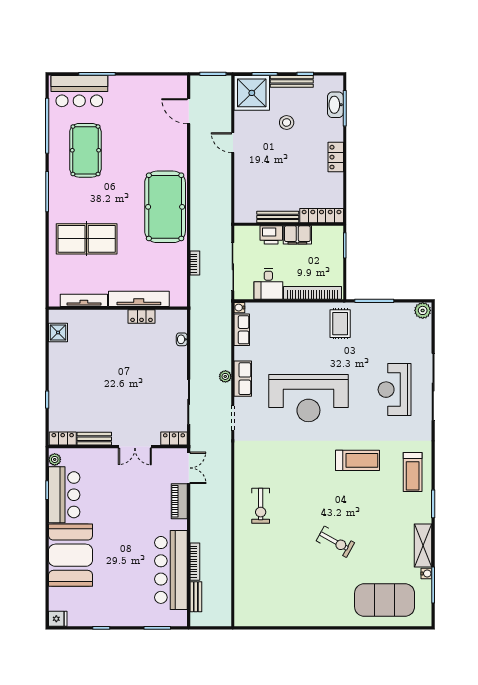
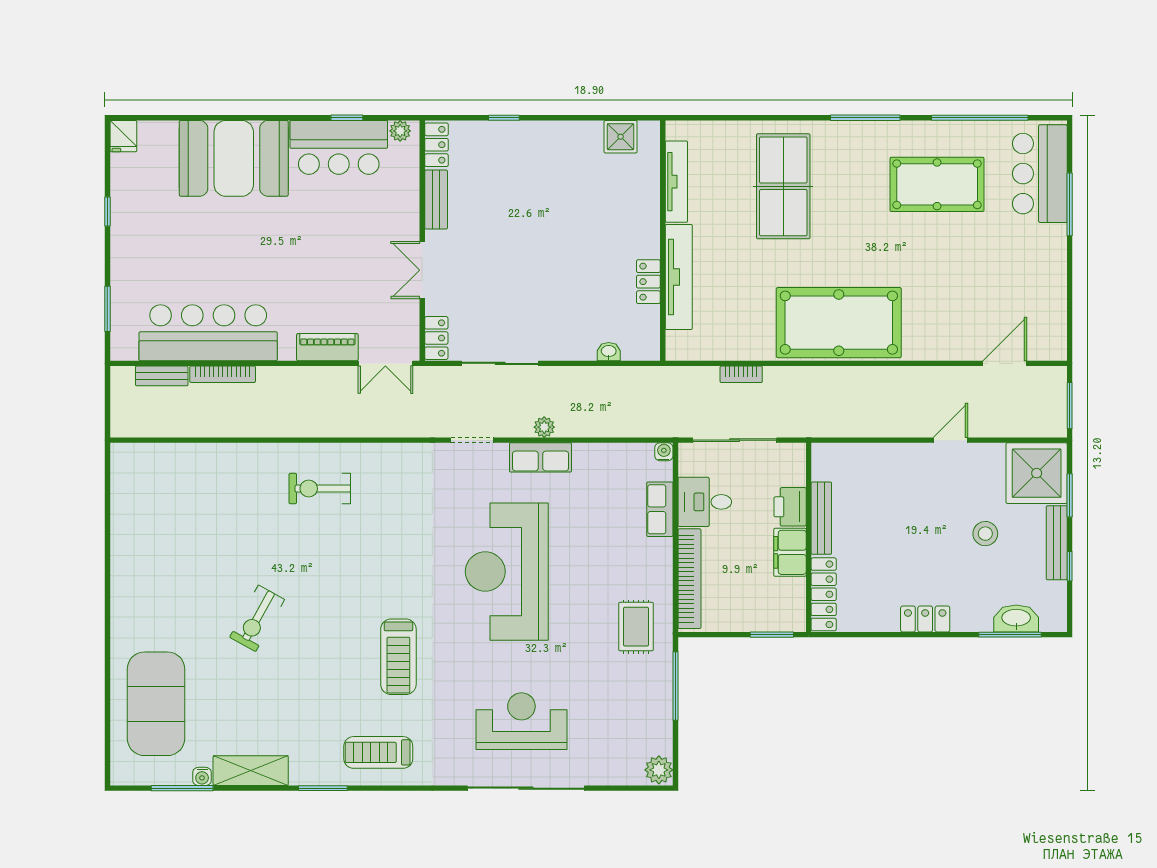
rug: (340, 324) -> (636, 627), turned 90
row of seats: (242, 330) -> (660, 509), moved, turned 90

